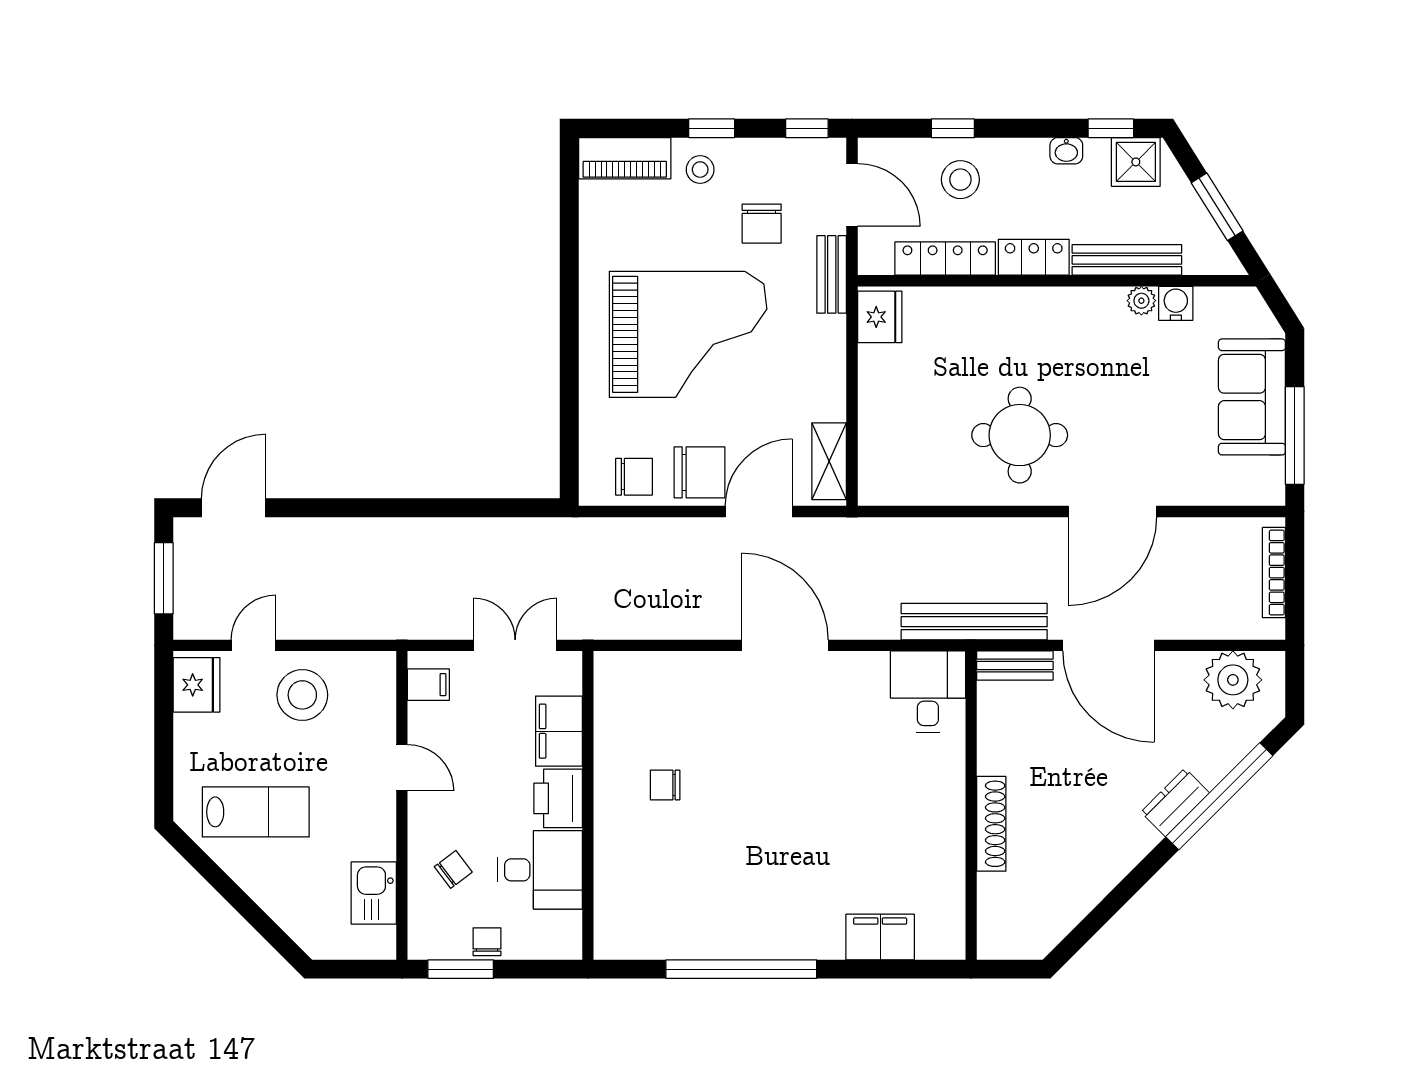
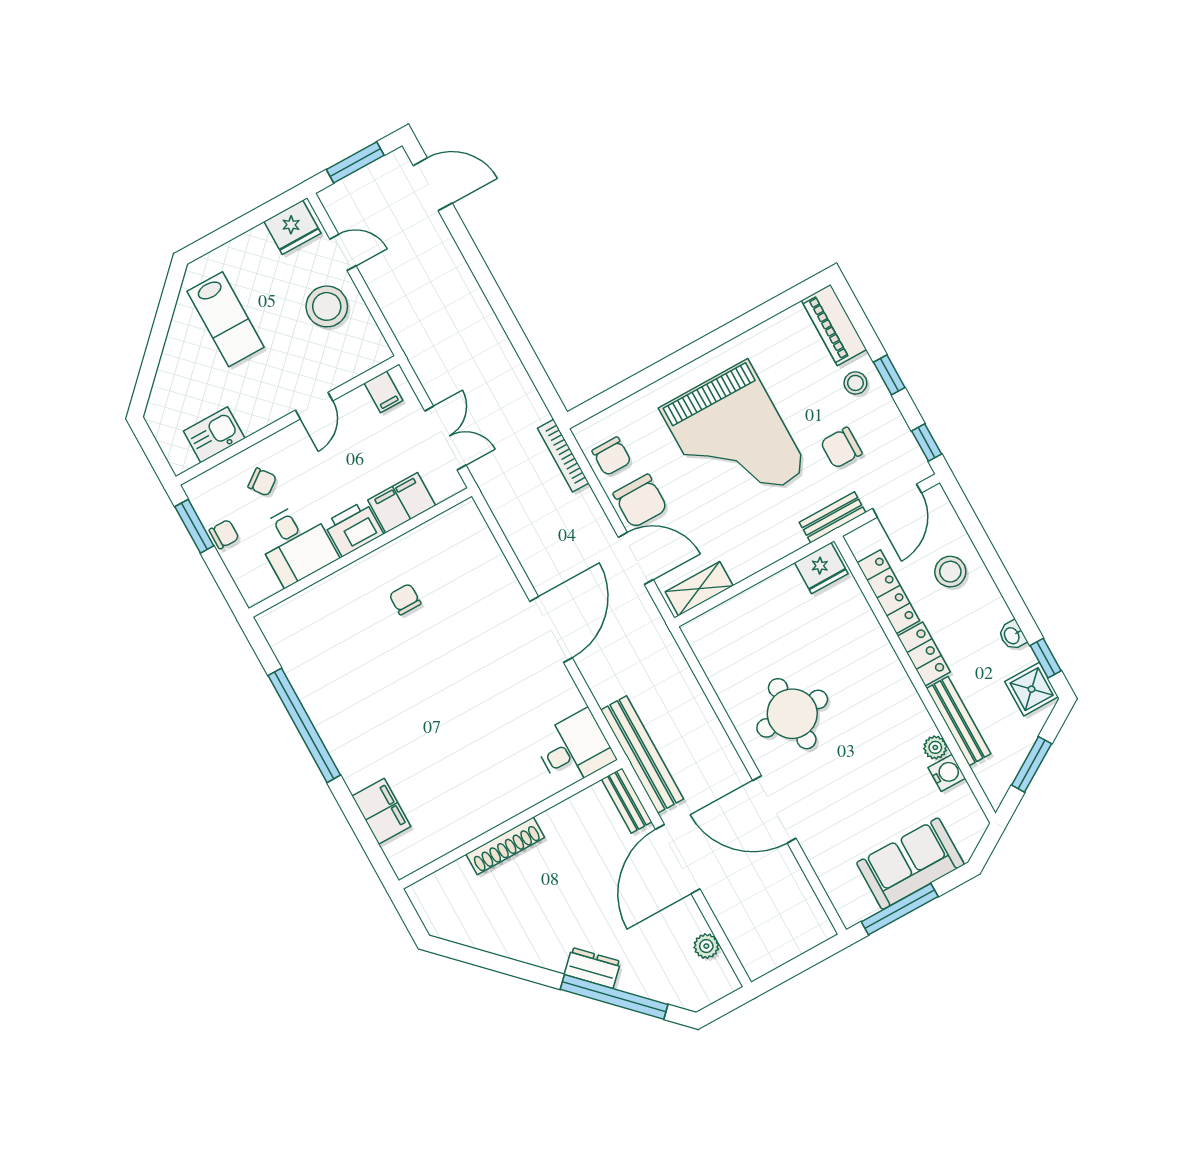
window: (953, 128) -> (984, 546), removed
bookcase: (1274, 573) -> (563, 456), moved, turned -90
plant: (1233, 680) -> (706, 946), width x0.53, depth x0.53

